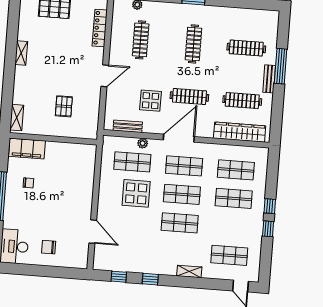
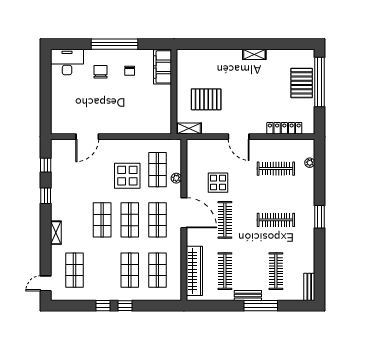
pallet: (64, 106) -> (206, 99), width x1.50, depth x1.42
shelving: (17, 118) -> (189, 129), moved
bench: (128, 126) -> (309, 287), moved
chair: (49, 247) -> (101, 72), moved

